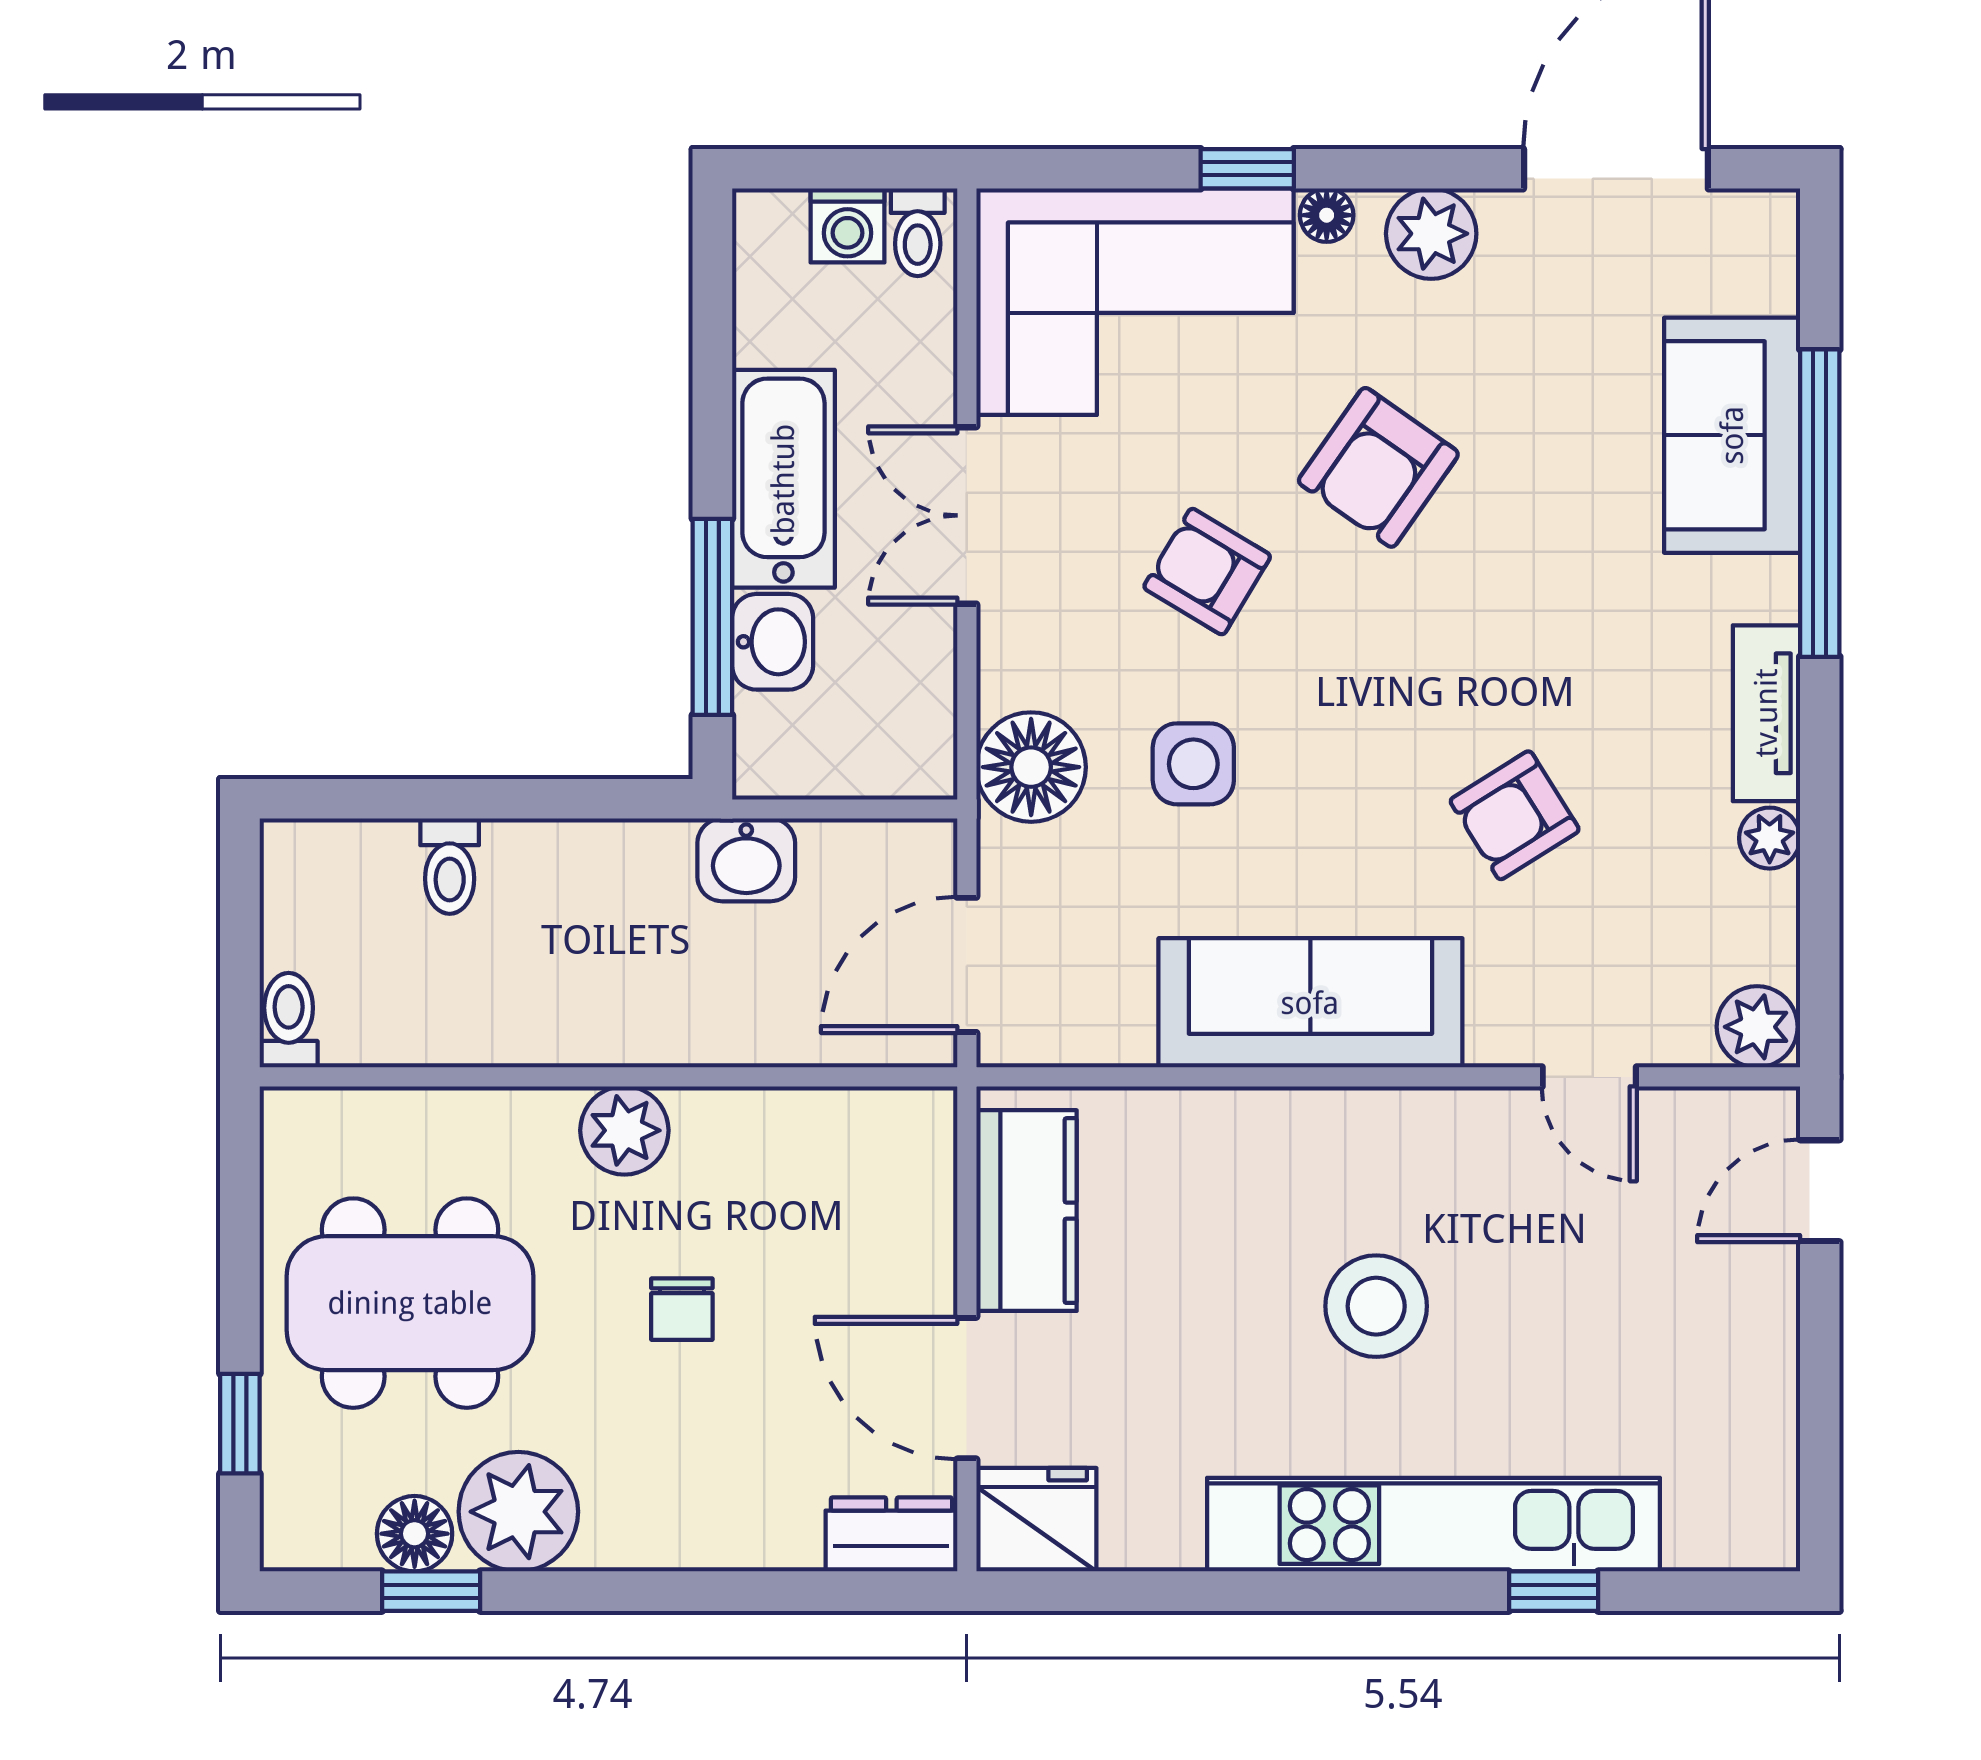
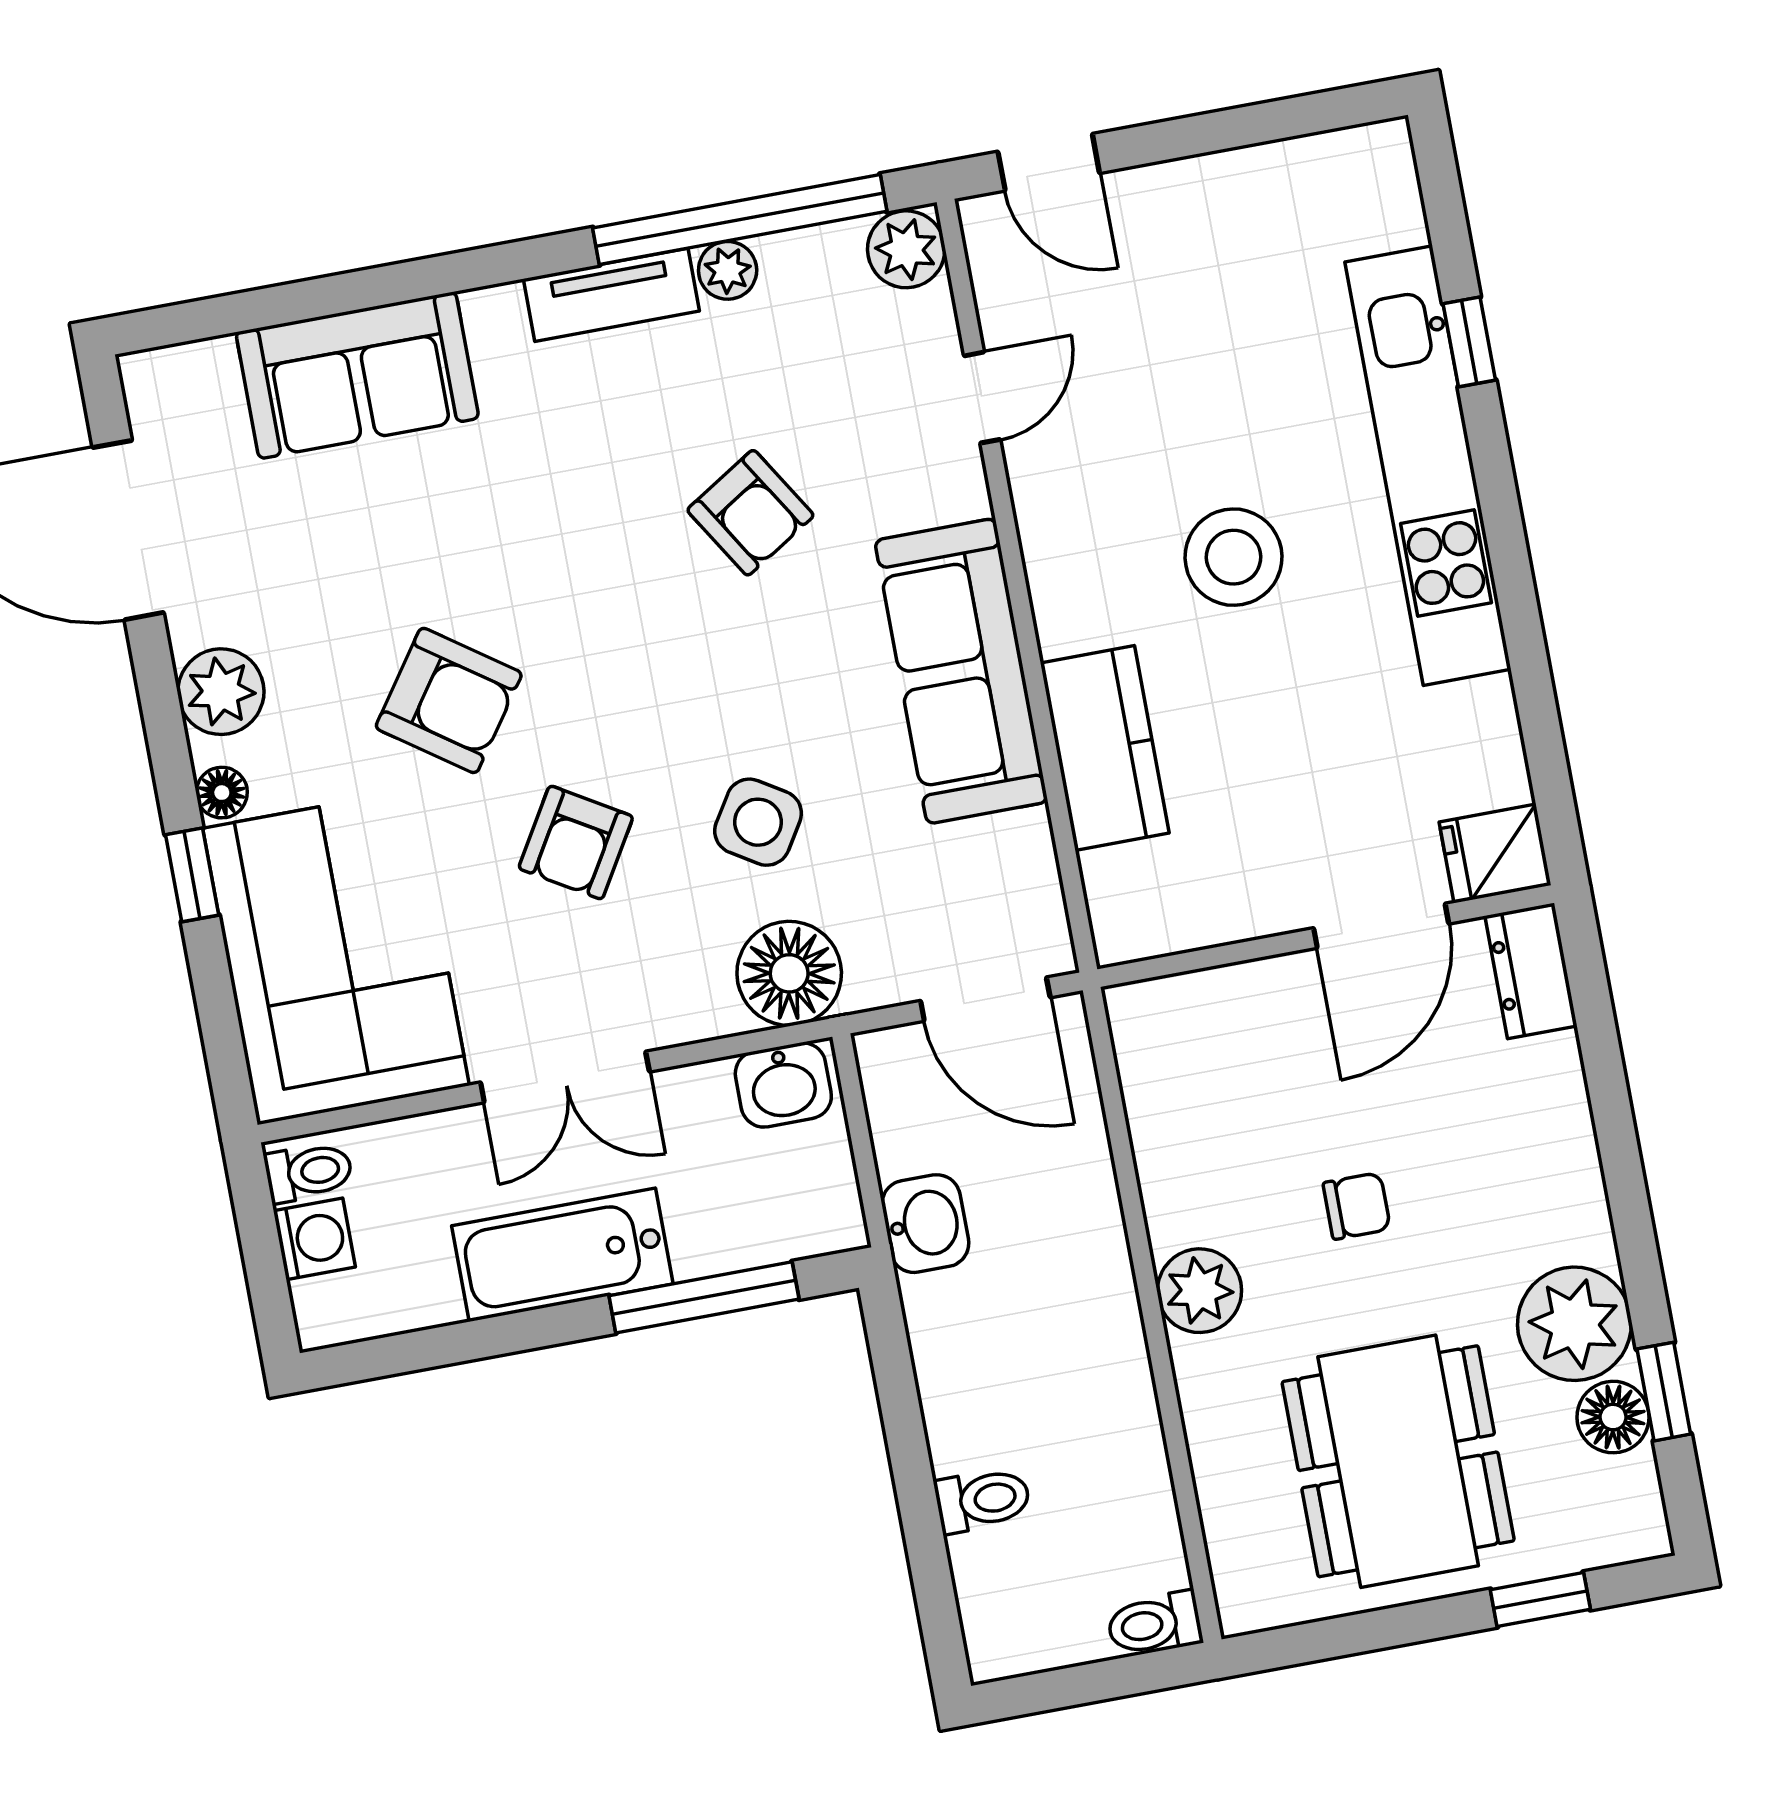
window: (1820, 503) -> (740, 220), moved
washbasin: (773, 642) -> (783, 1085), moved, turned 180
side table: (1193, 764) -> (758, 822), turned 32
kitchen counter: (1026, 1211) -> (1105, 748), moved, turned 90
fridge: (1036, 1520) -> (1495, 854), width x0.72

